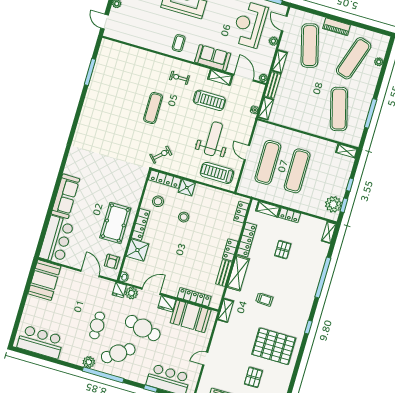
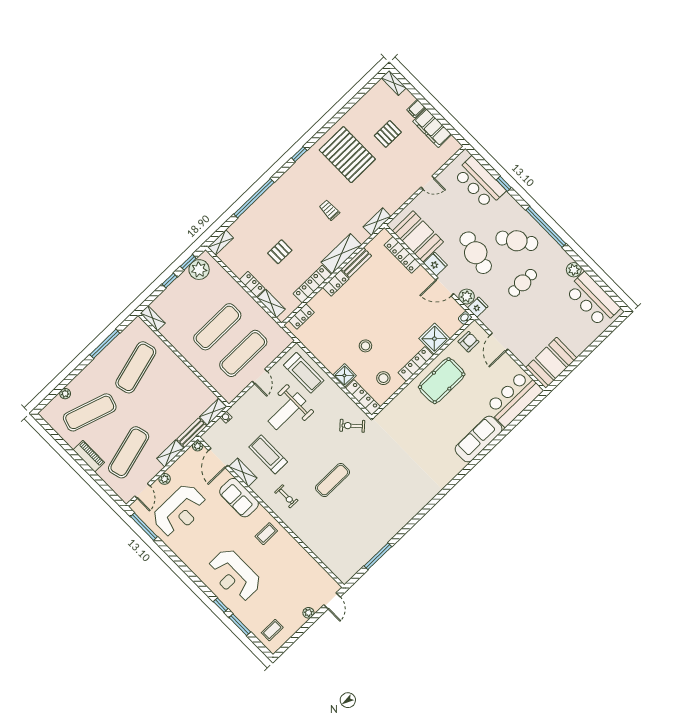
plant: (89, 362) -> (574, 270), moved

